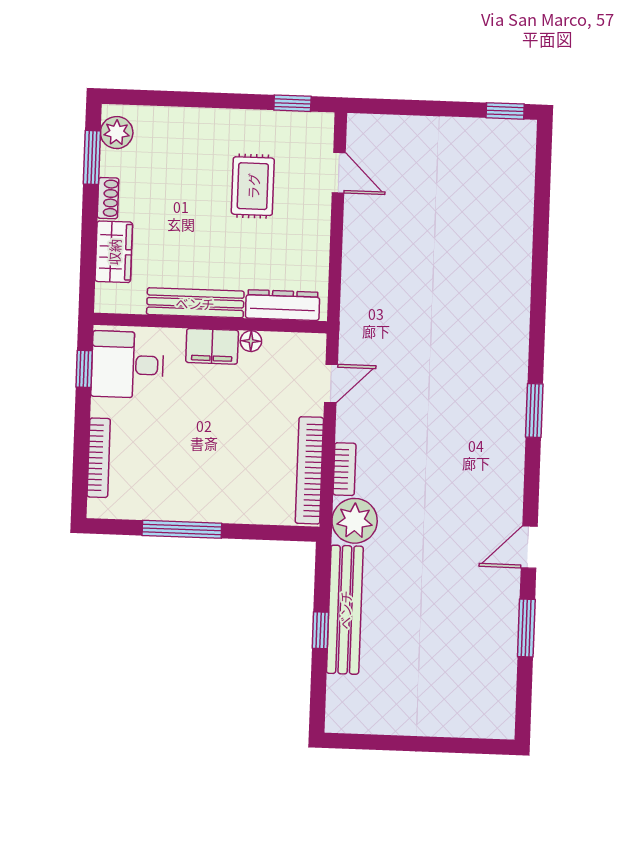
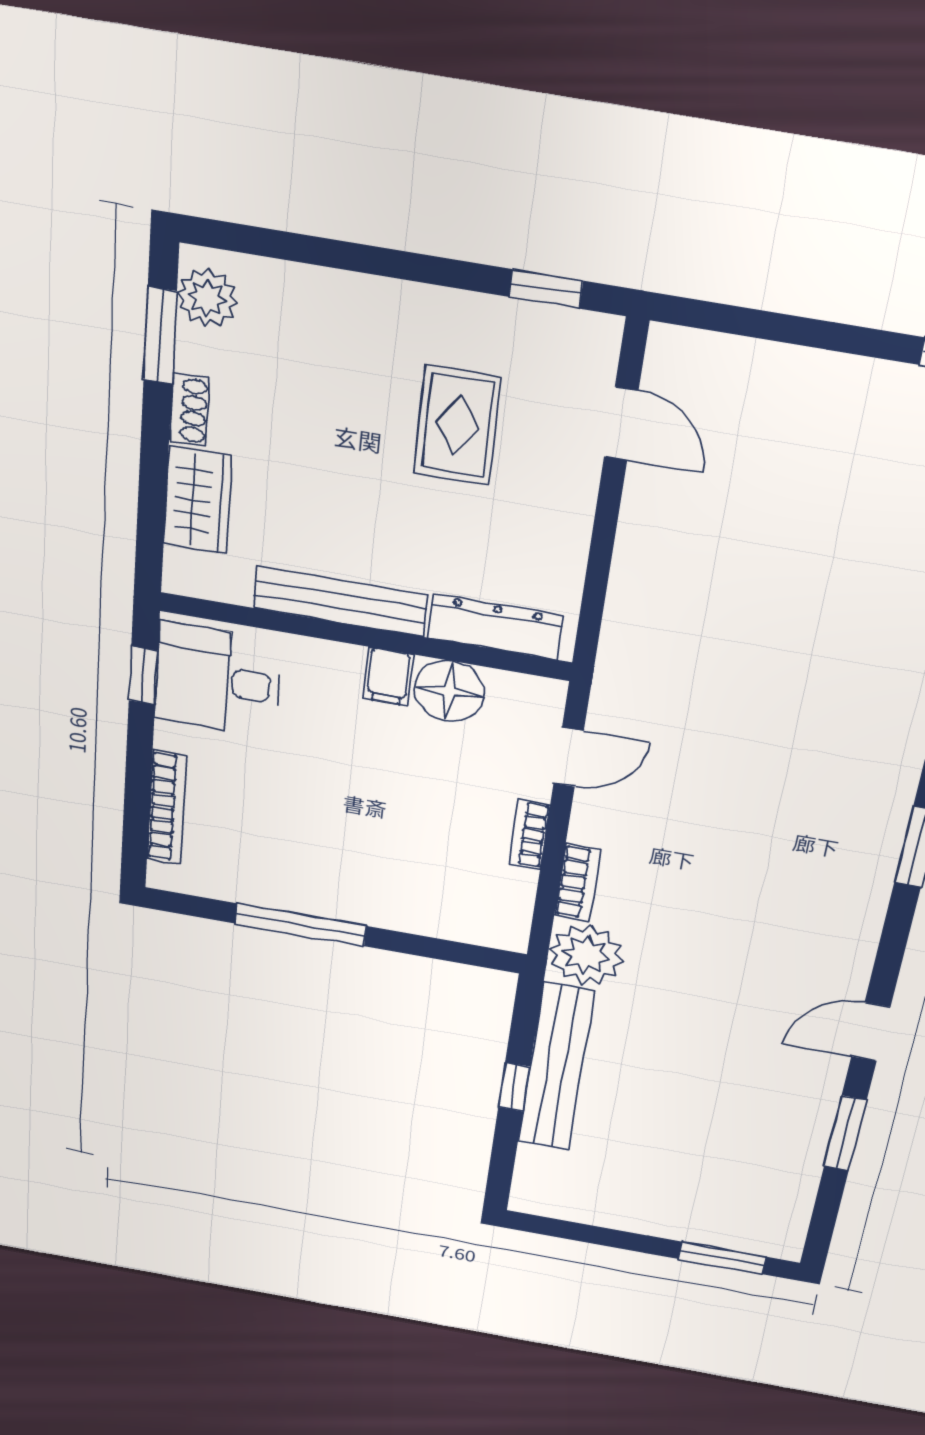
floor lamp: (251, 341) -> (449, 691), width x1.89, depth x1.89
filing cabinet: (212, 346) -> (388, 677), width x0.50
bookcase: (309, 470) -> (529, 834), width x0.43, depth x0.76
window: (465, 746) -> (722, 1258), added

